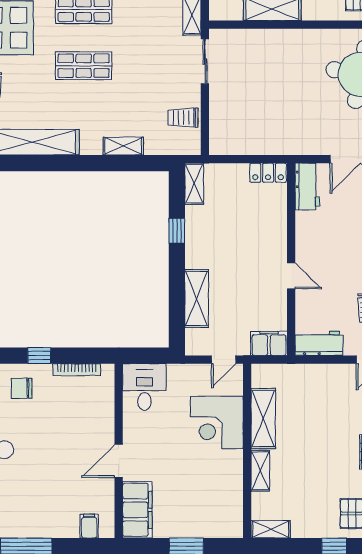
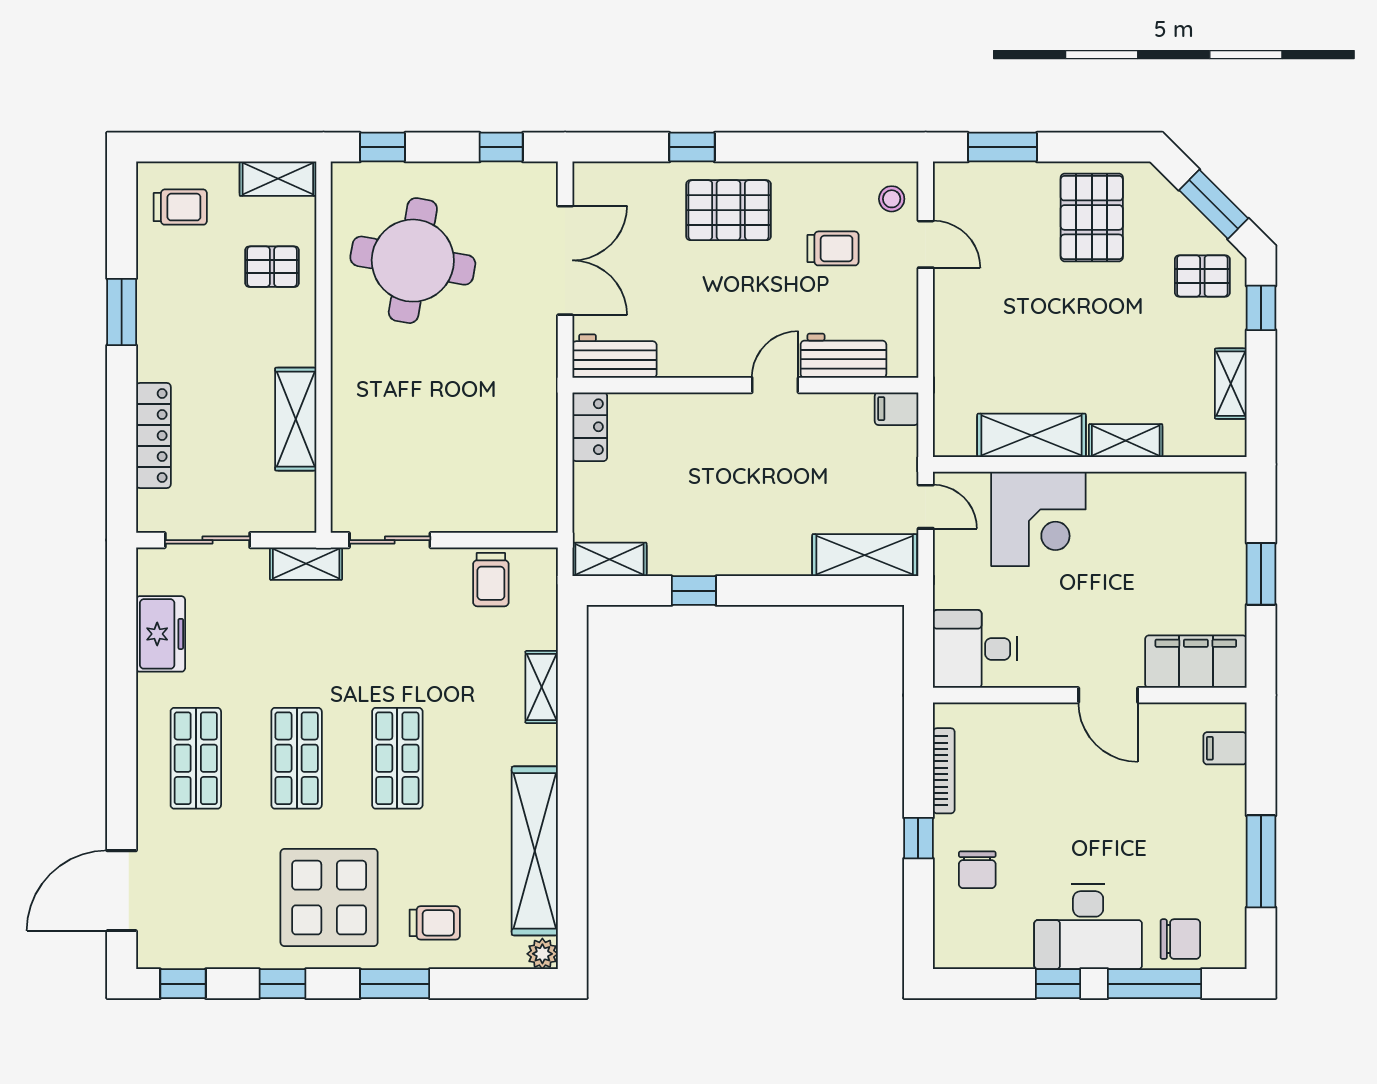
shelving: (197, 299) -> (865, 555), moved
filing cabinet: (269, 343) -> (897, 409), width x0.50
workbench: (319, 343) -> (843, 356), moved, turned 90
shelving: (271, 529) -> (1231, 384), moved

